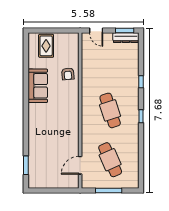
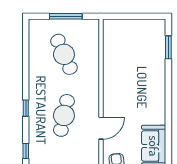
cafe table: (110, 110) -> (64, 115), turned 30
door: (80, 165) -> (101, 128), moved

